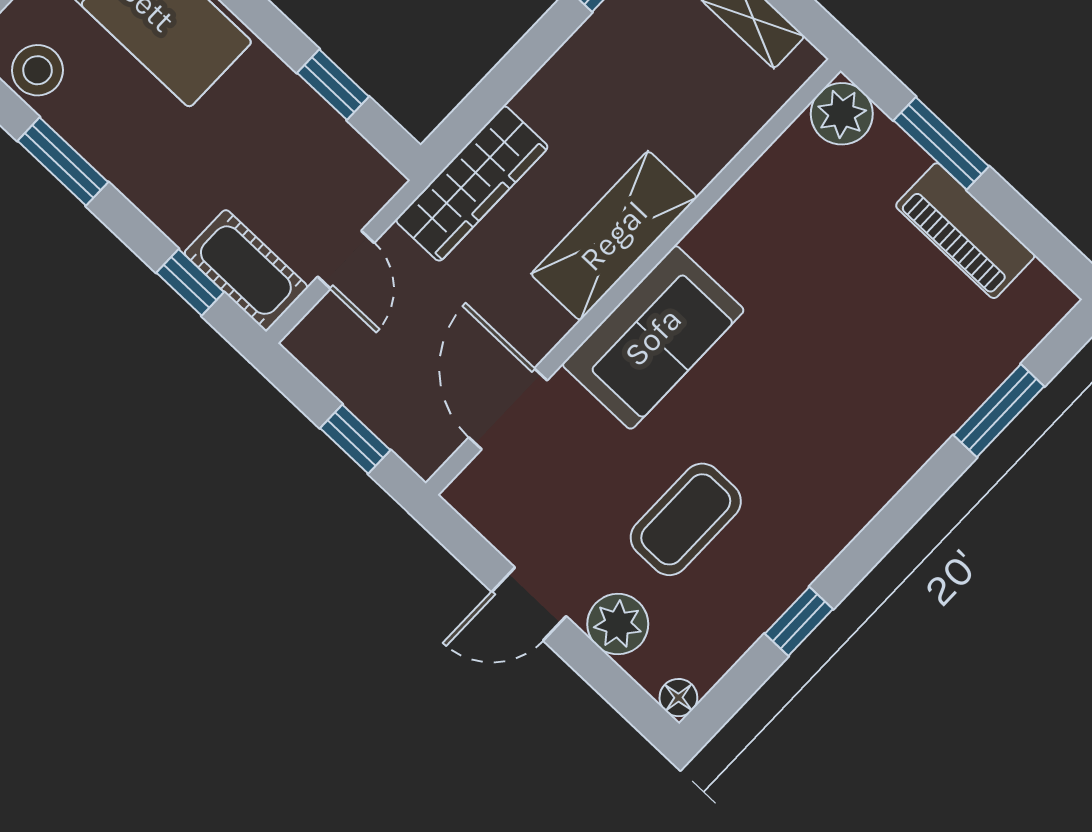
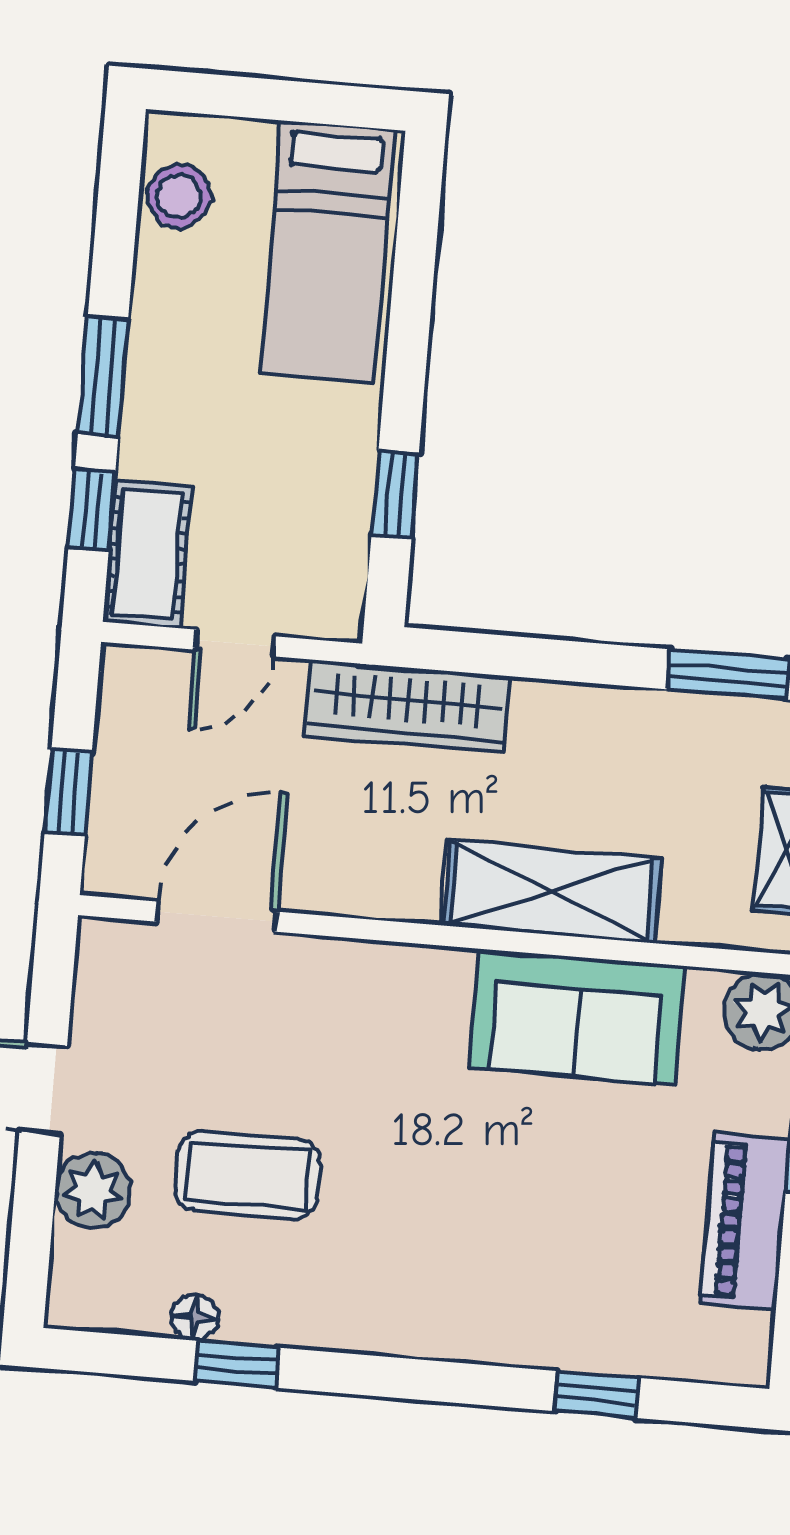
window: (63, 162) -> (103, 377), moved
shelving: (614, 236) -> (552, 892), moved
sofa: (653, 337) -> (577, 1017), moved
window: (999, 411) -> (596, 1395), width x0.67
floor lamp: (678, 698) -> (195, 1317), moved

